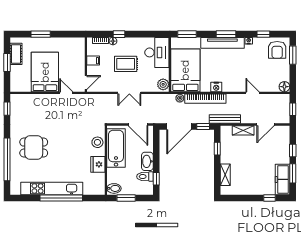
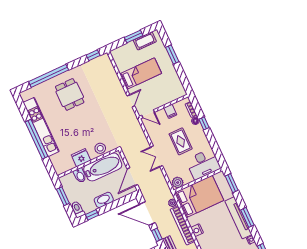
bed: (45, 72) -> (141, 74), width x0.67
toilet: (145, 177) -> (78, 209), moved
bidet: (114, 188) -> (80, 175), moved

